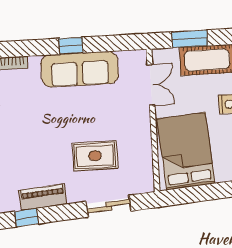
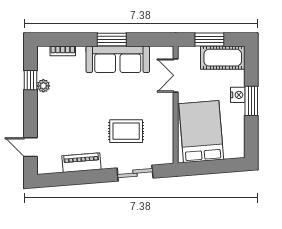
window: (71, 46) -> (112, 40), width x1.50
double door: (151, 85) -> (176, 75), swing flipped
window: (26, 218) -> (67, 179), removed

